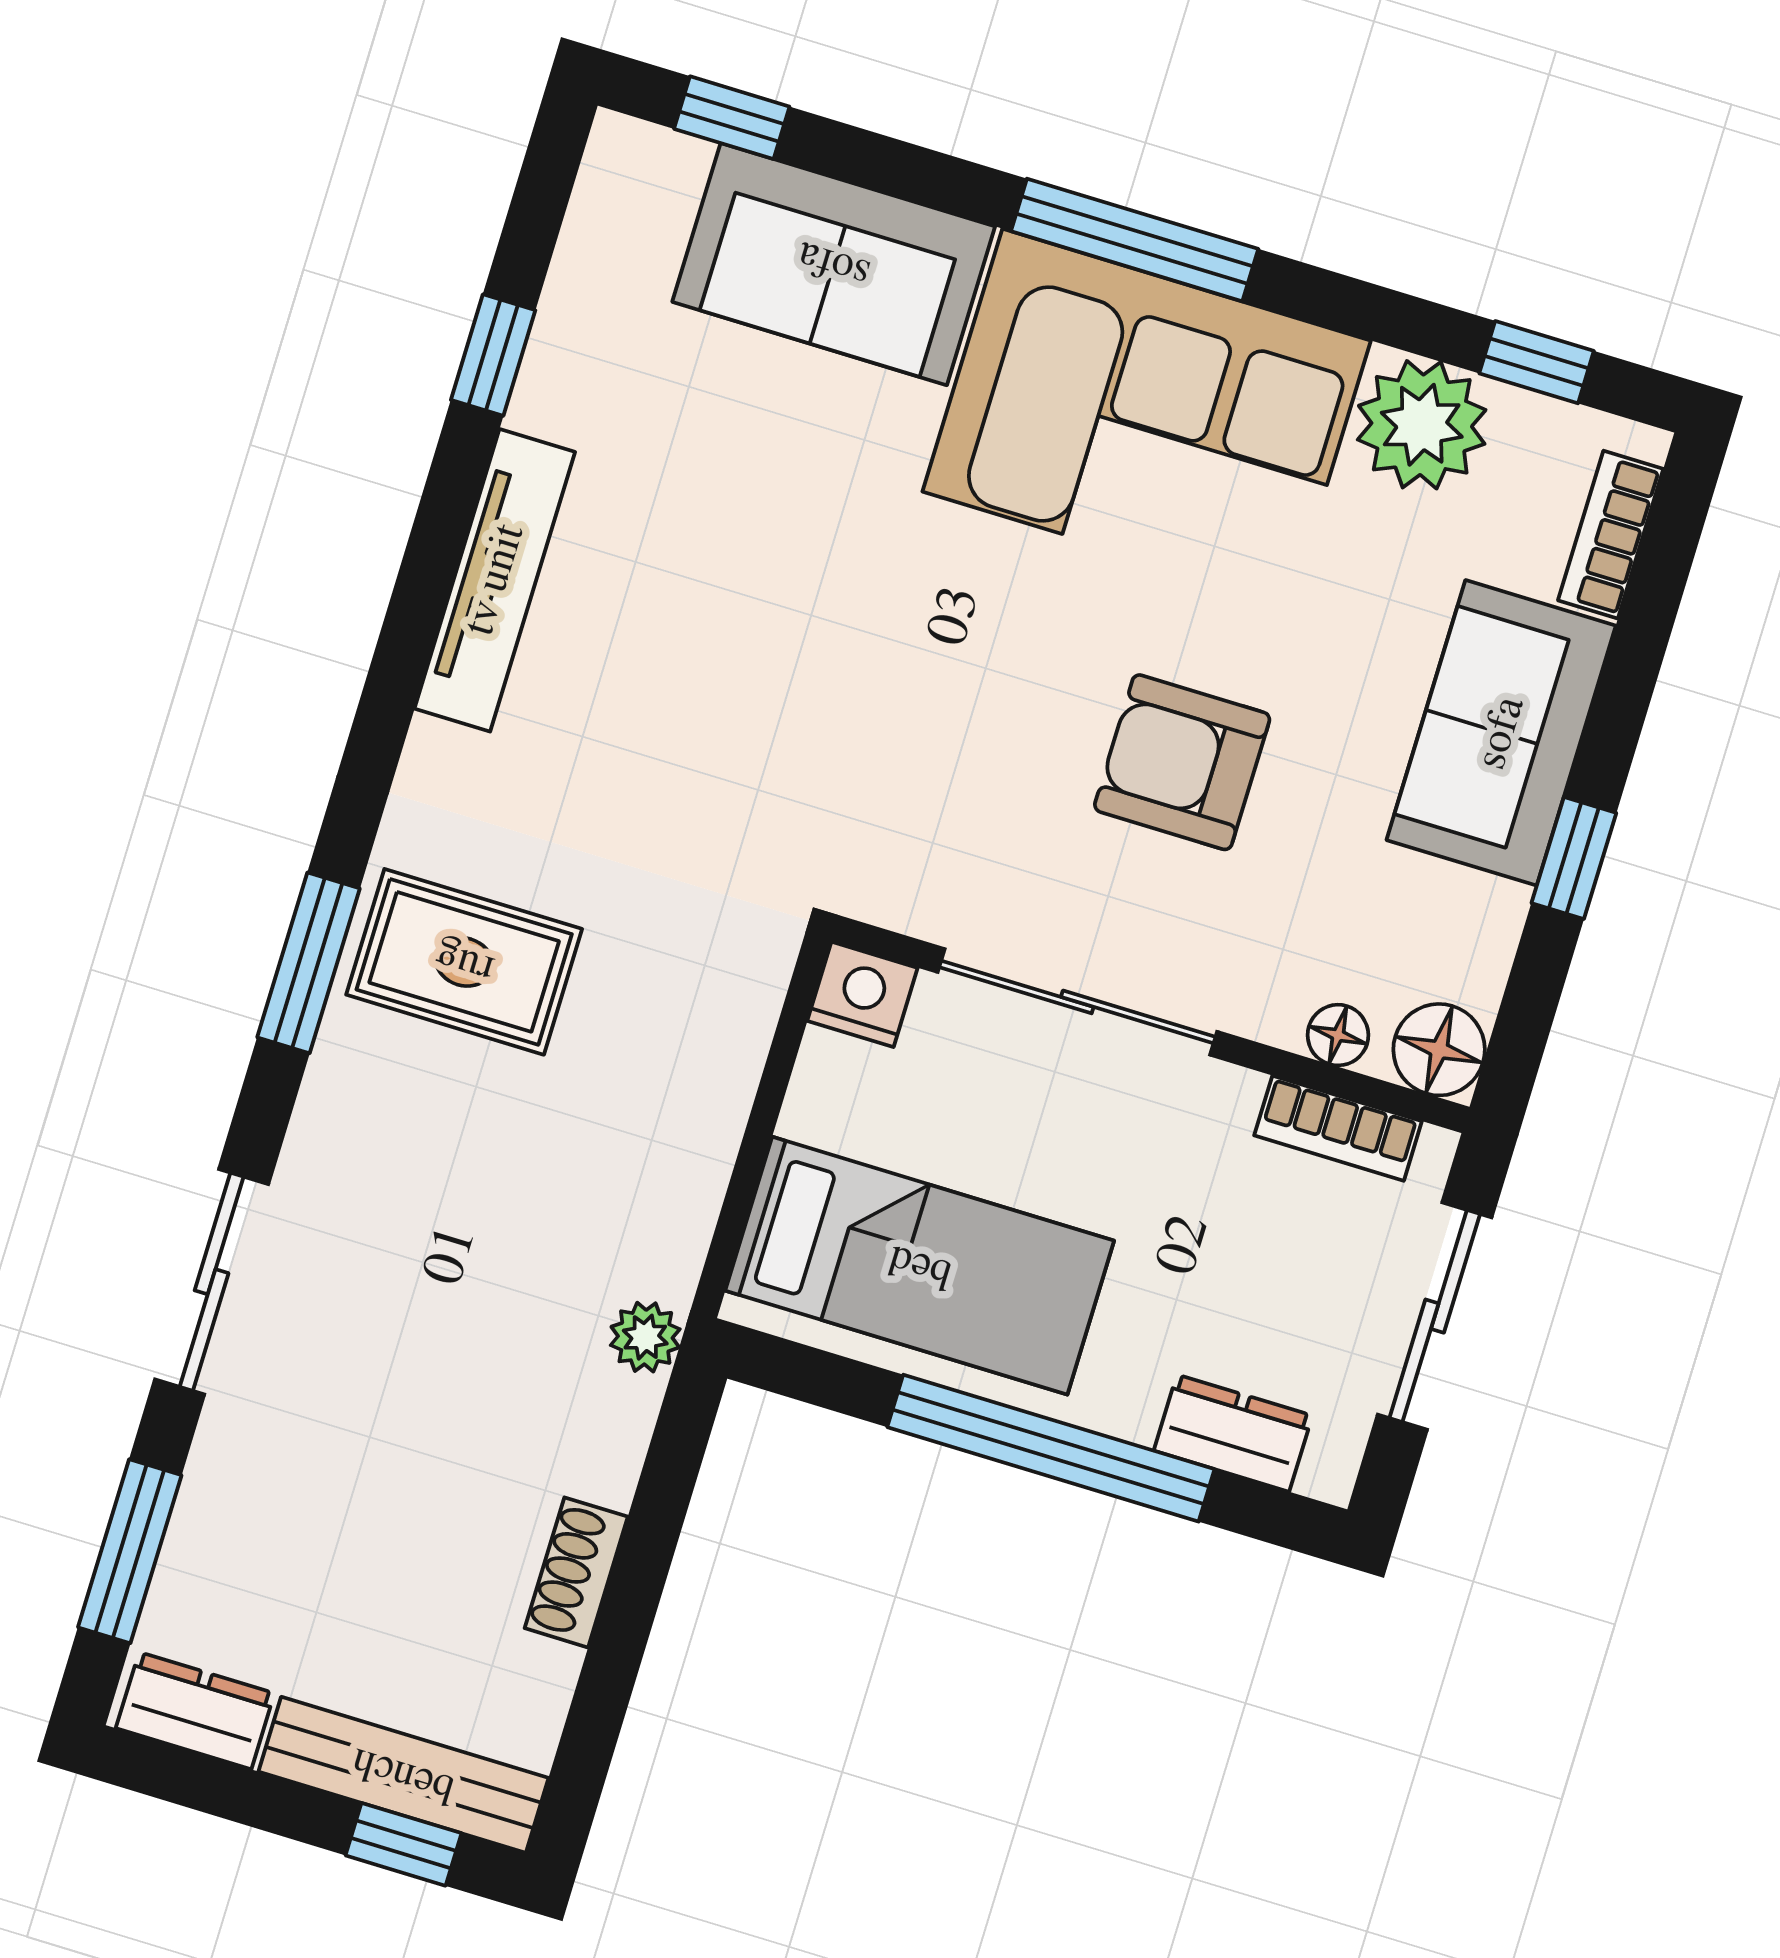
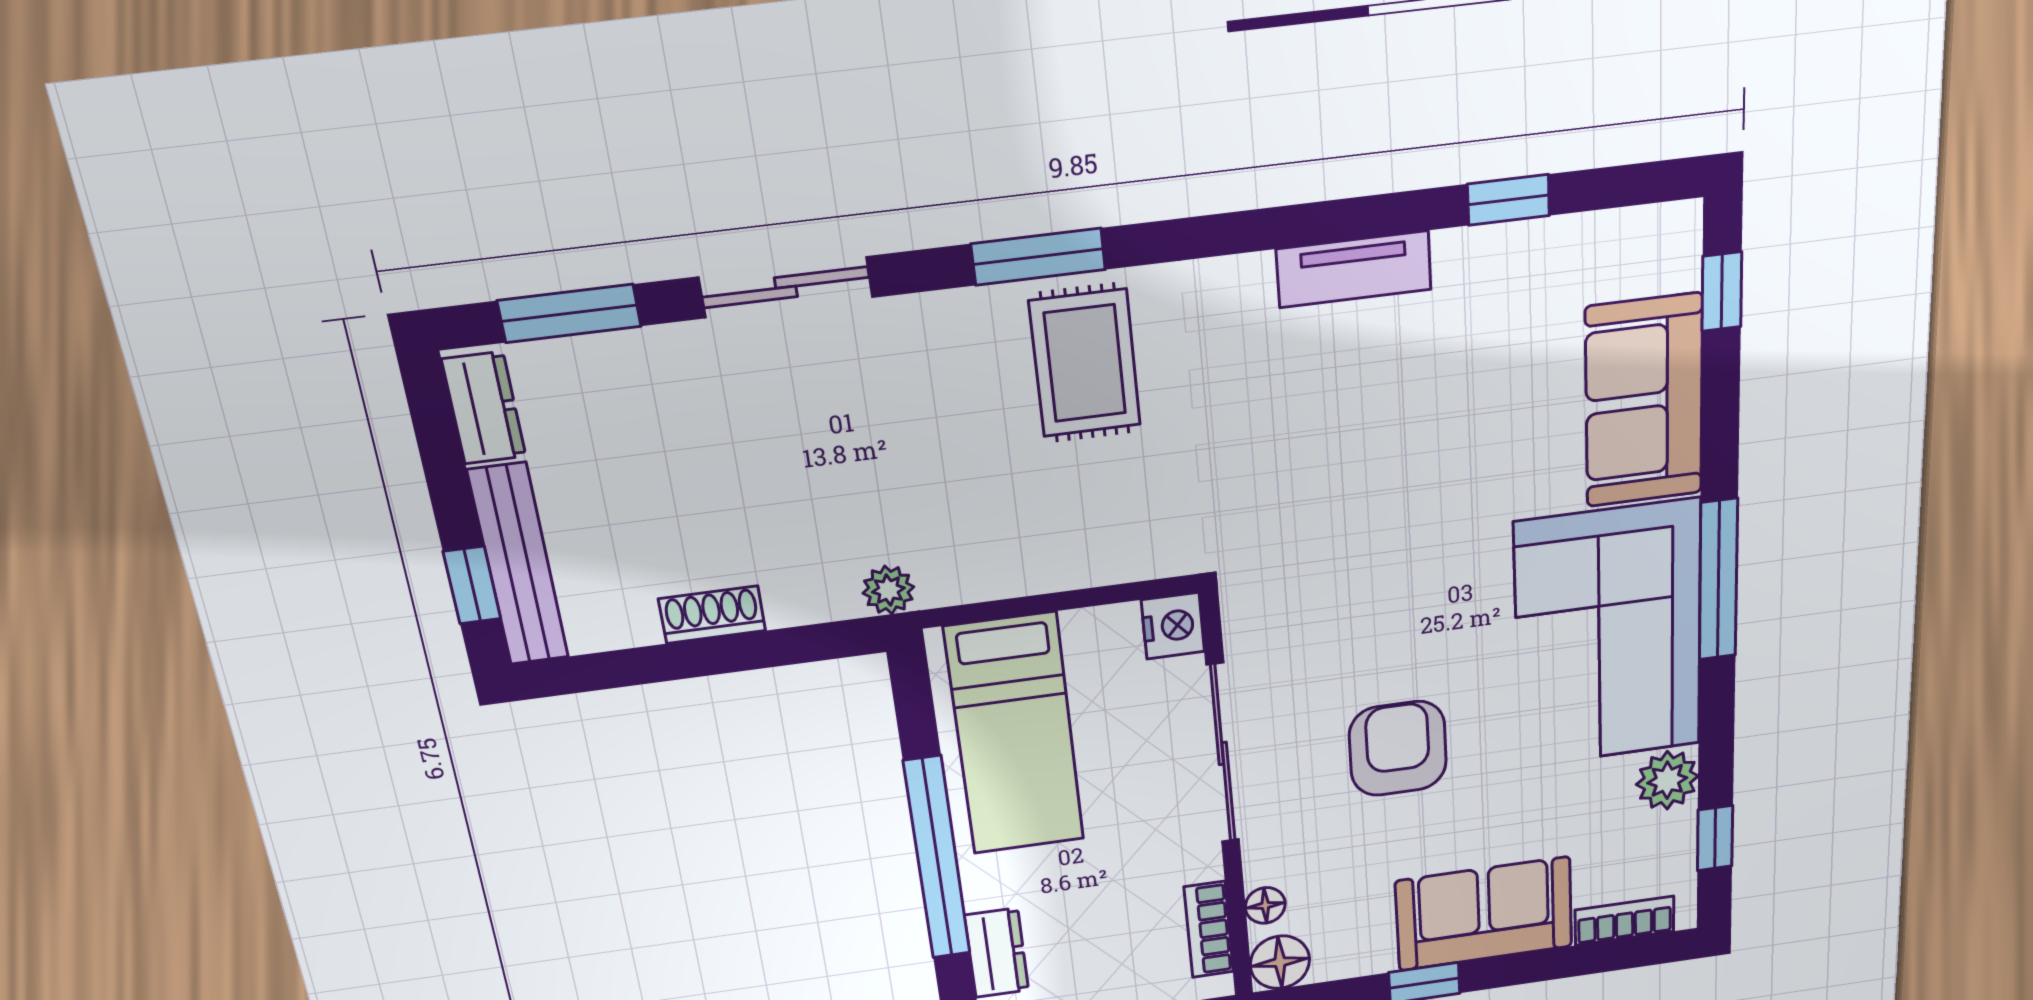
plant: (1422, 425) -> (1667, 780), width x0.73, depth x0.73
tv unit: (495, 580) -> (1354, 269), width x0.71

